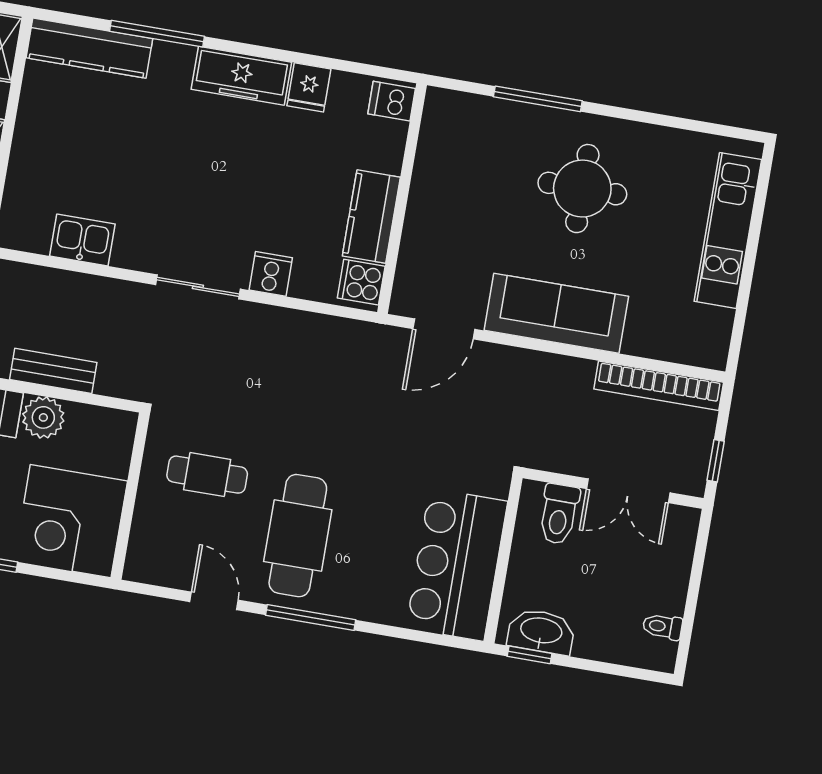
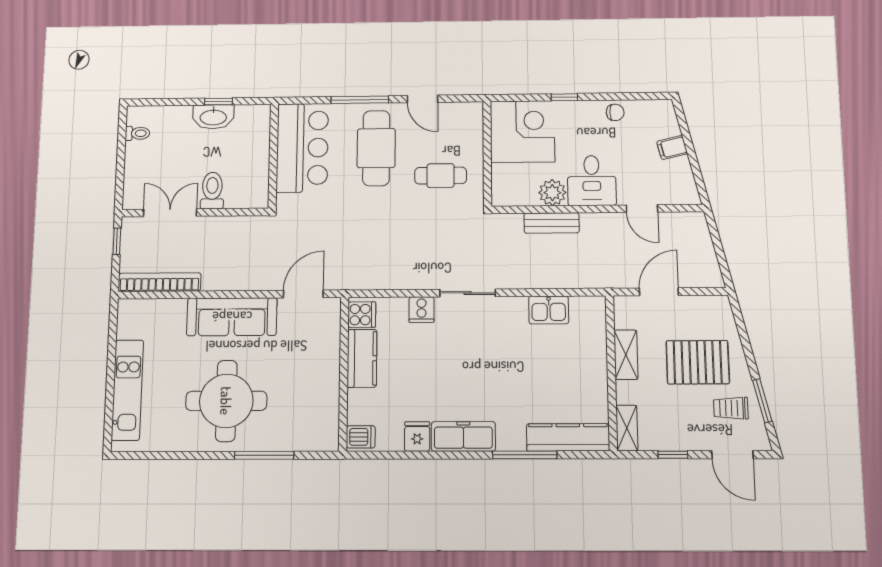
round table: (582, 189) -> (226, 401), width x1.36, depth x1.36
wall: (503, 560) -> (273, 156), moved
bar counter: (457, 565) -> (302, 148), moved

